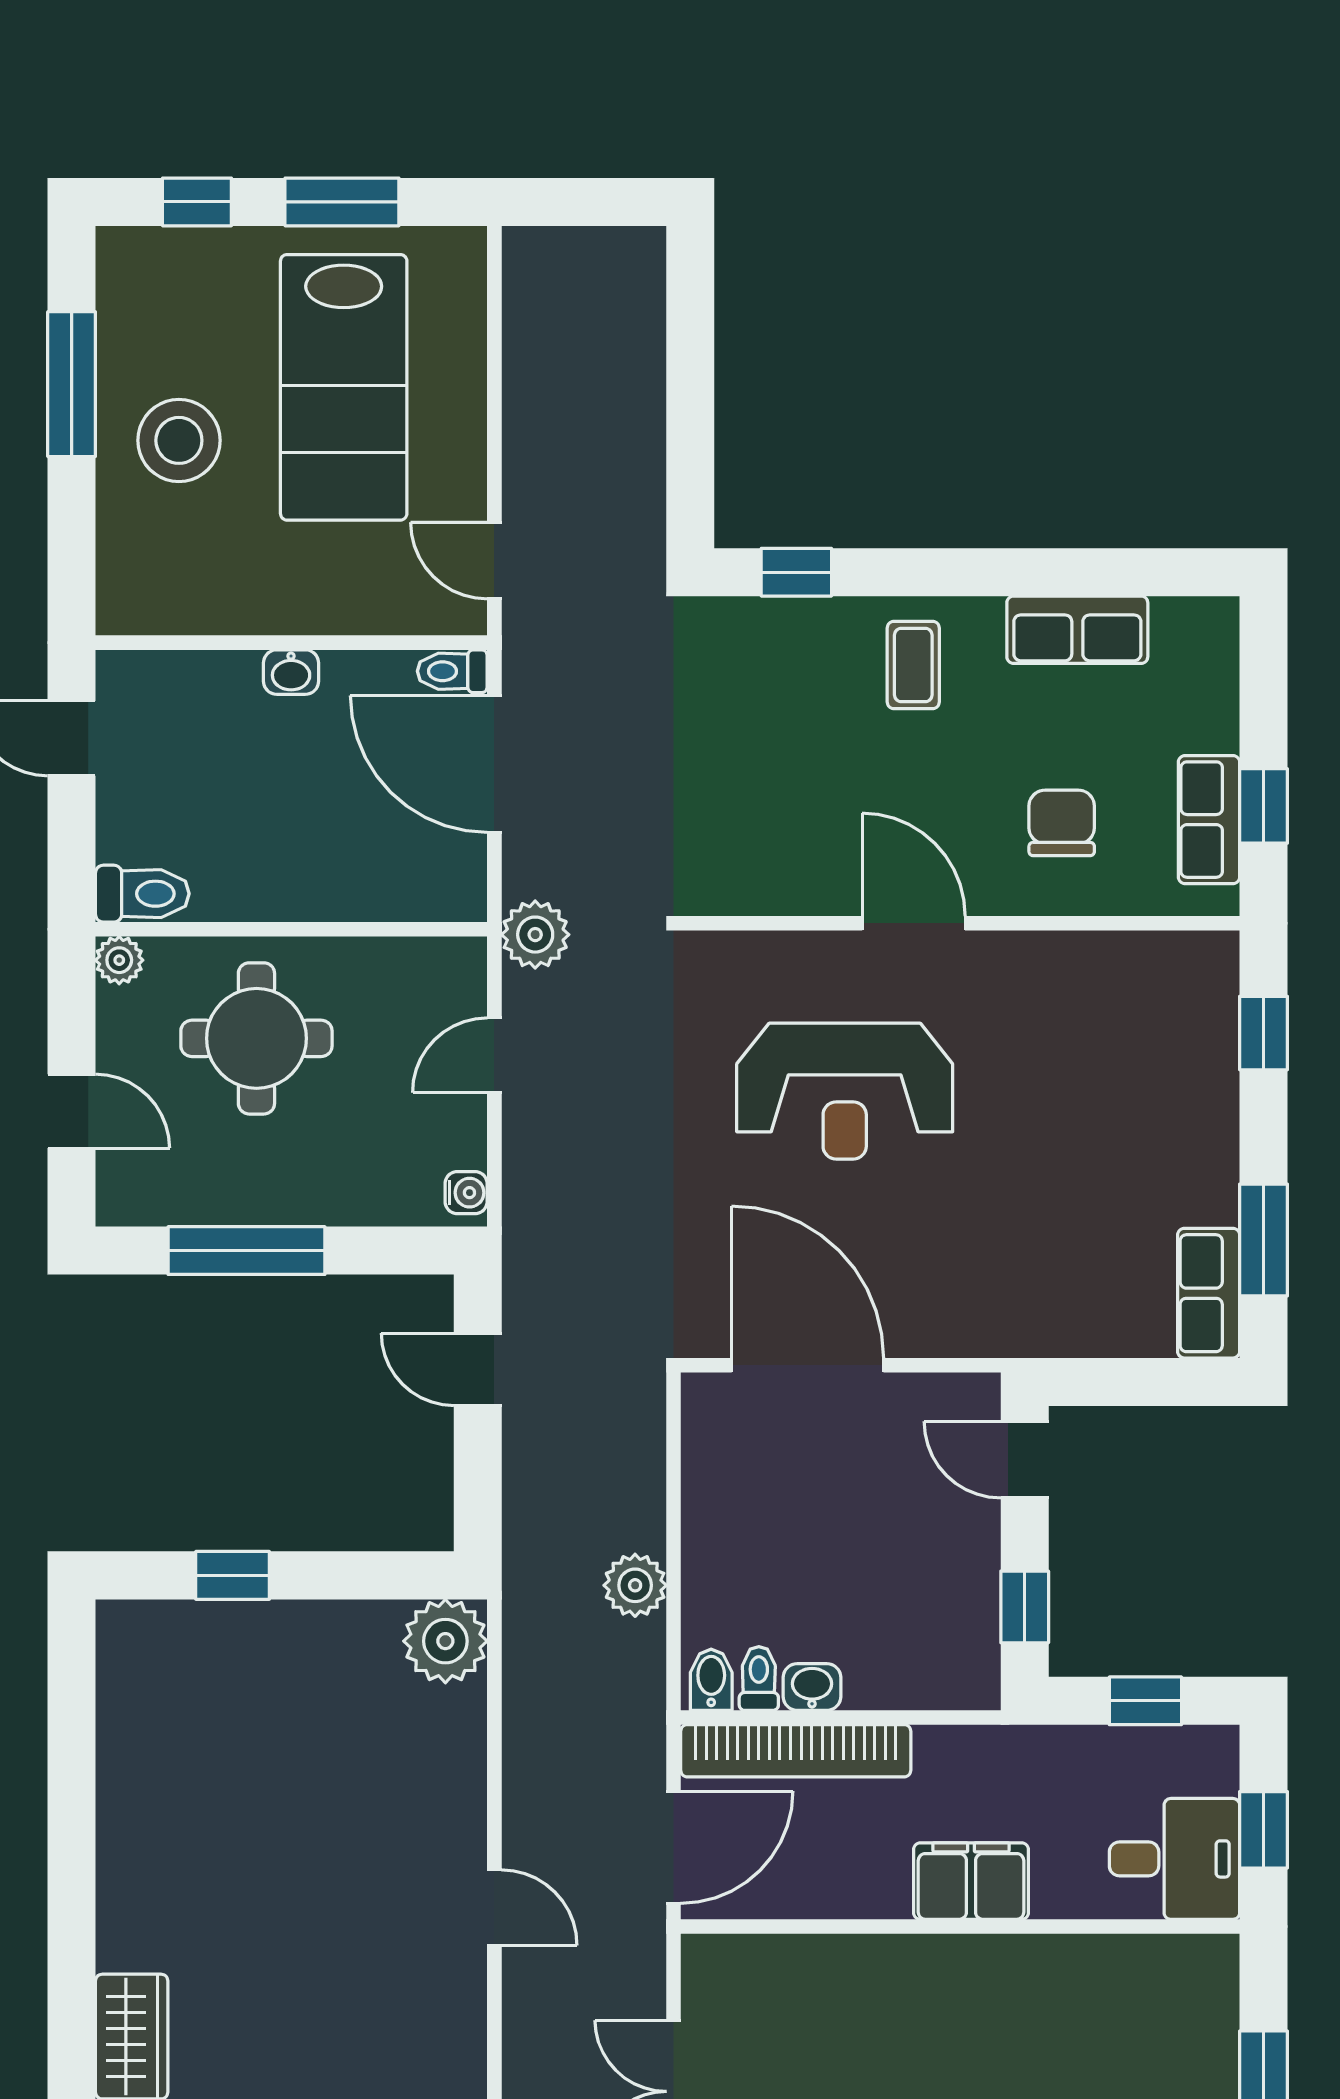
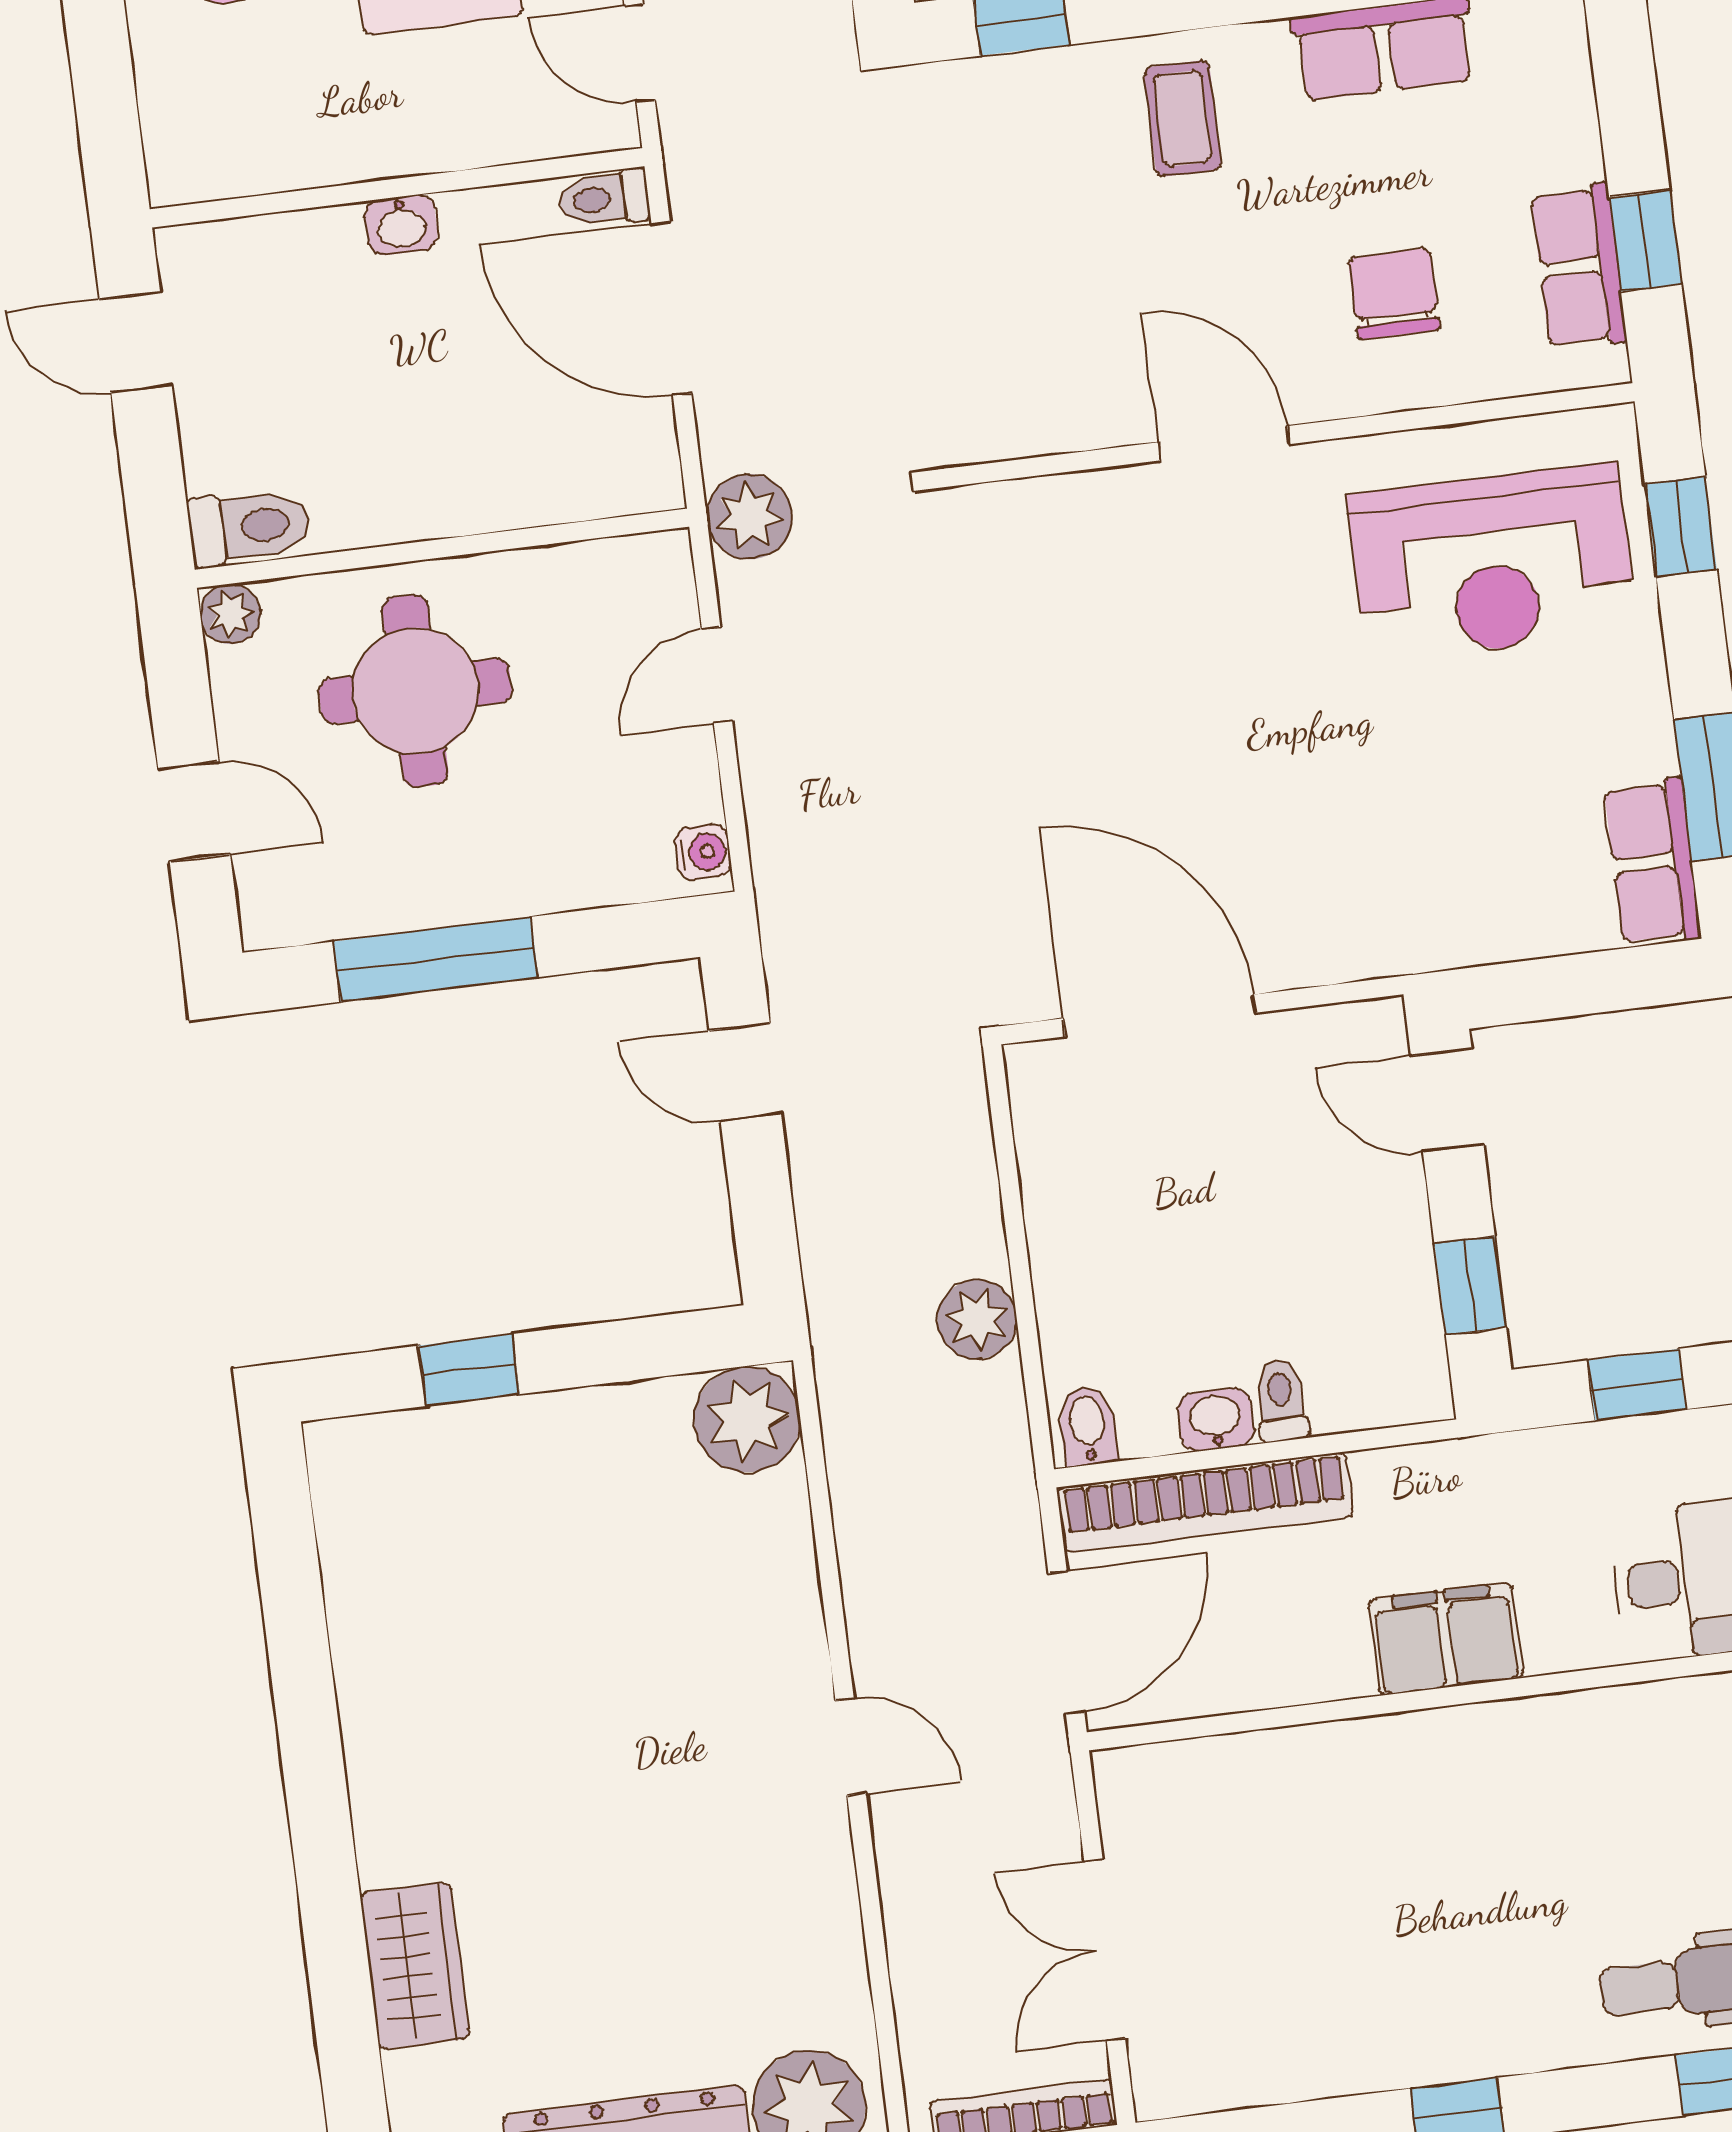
reception desk: (845, 1091) -> (1492, 563), moved
toilet: (759, 1678) -> (1281, 1400), moved

